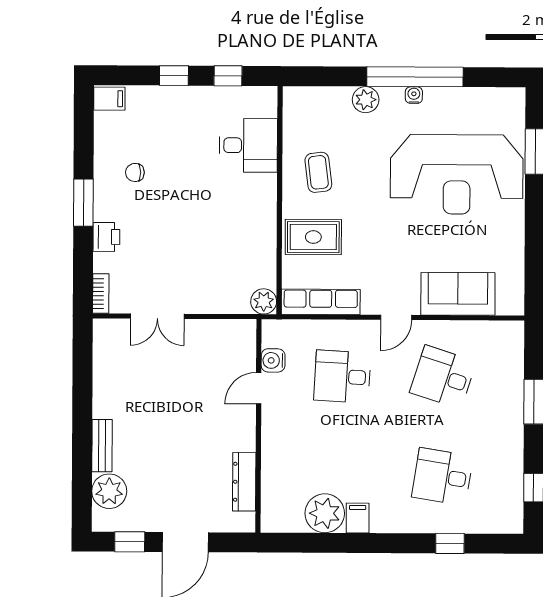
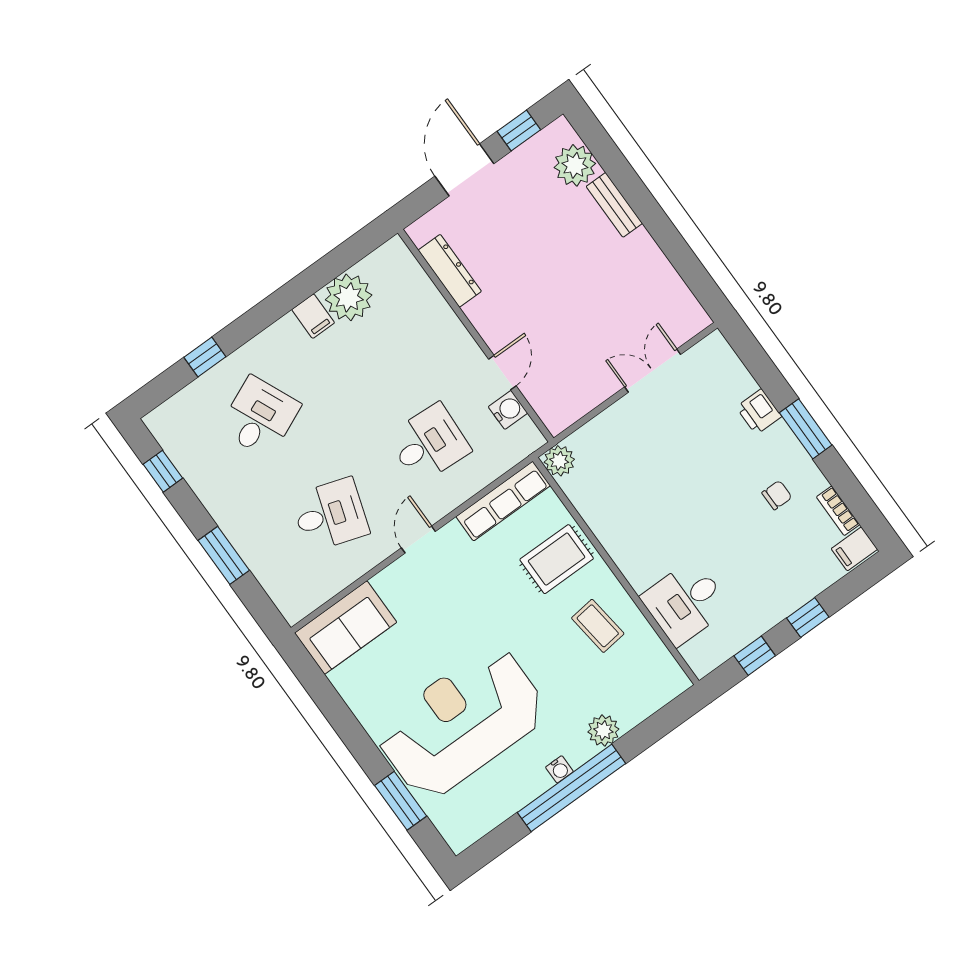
bookcase: (101, 293) -> (838, 511), moved
sofa: (458, 294) -> (346, 628), moved
desk: (443, 477) -> (260, 417), turned -33

